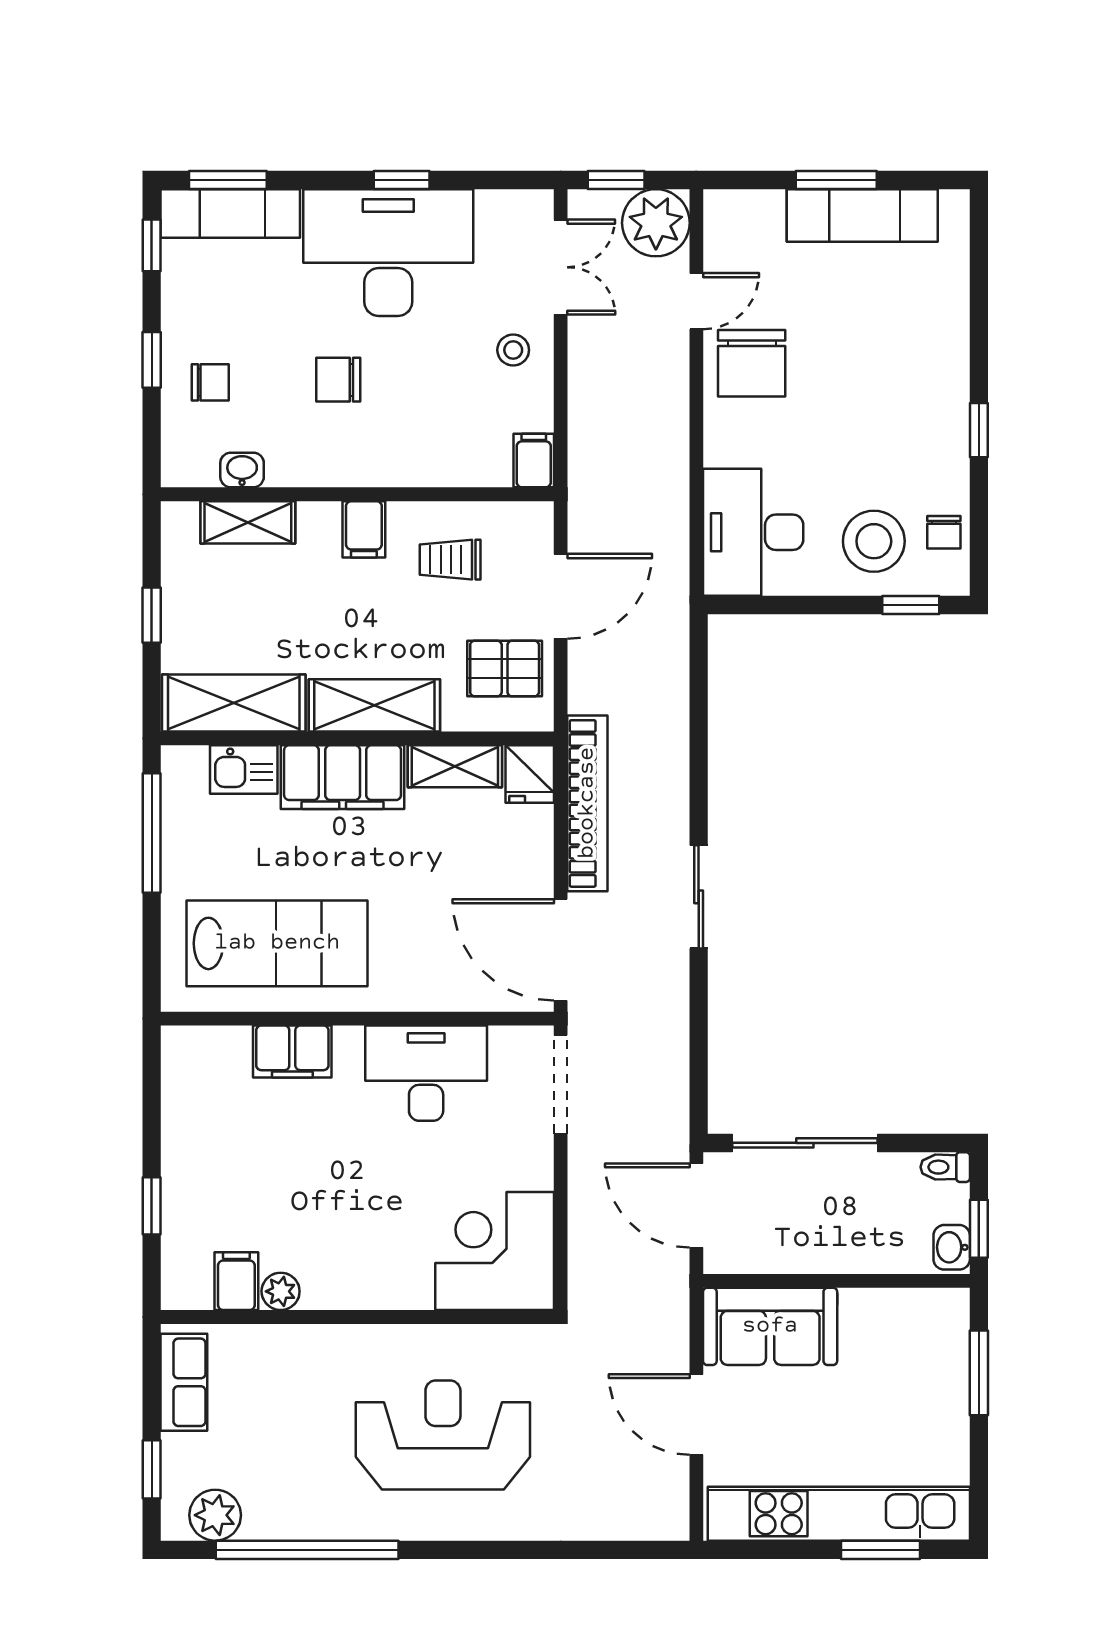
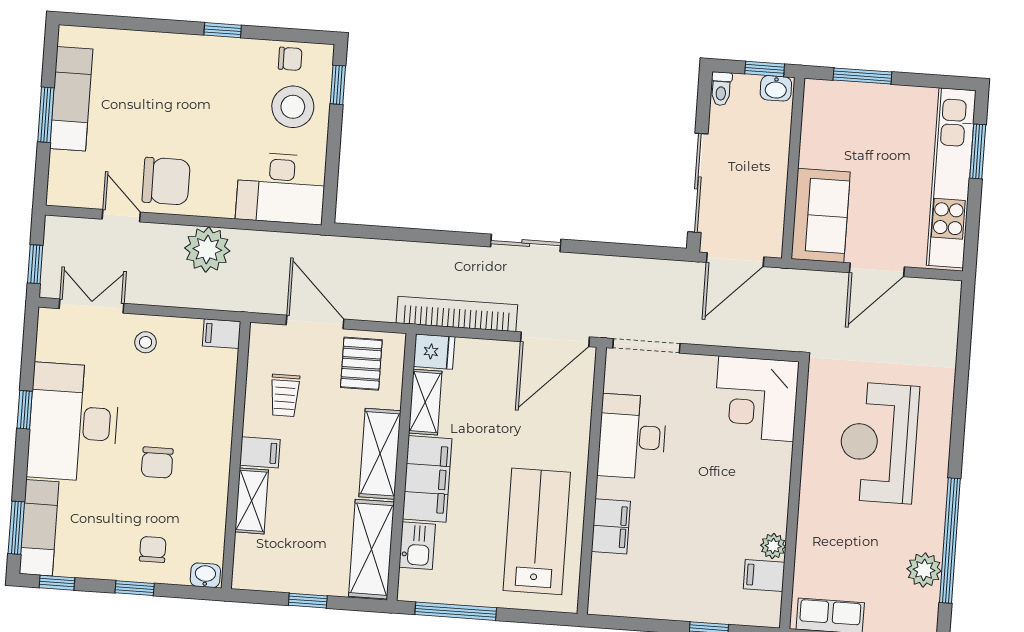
plant: (656, 223) -> (207, 249), moved
washbasin: (242, 470) -> (205, 575), moved, turned 90
shelving: (248, 522) -> (252, 501), moved
plant: (215, 1515) -> (924, 570), moved

